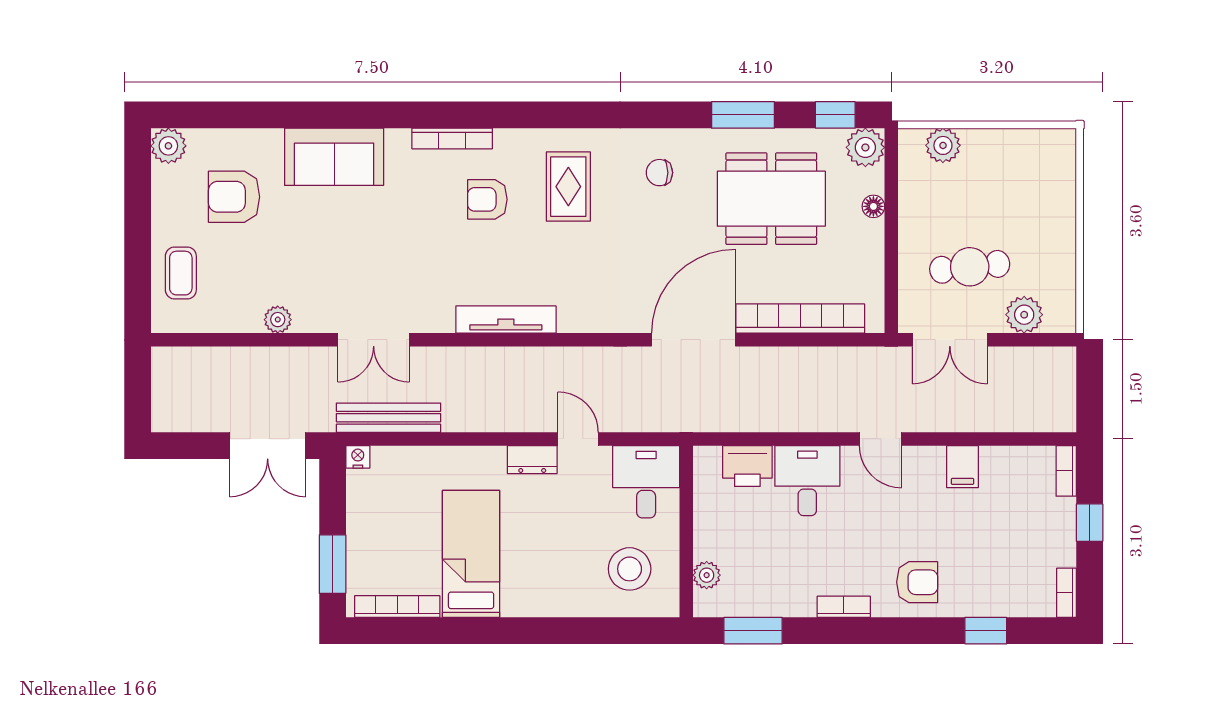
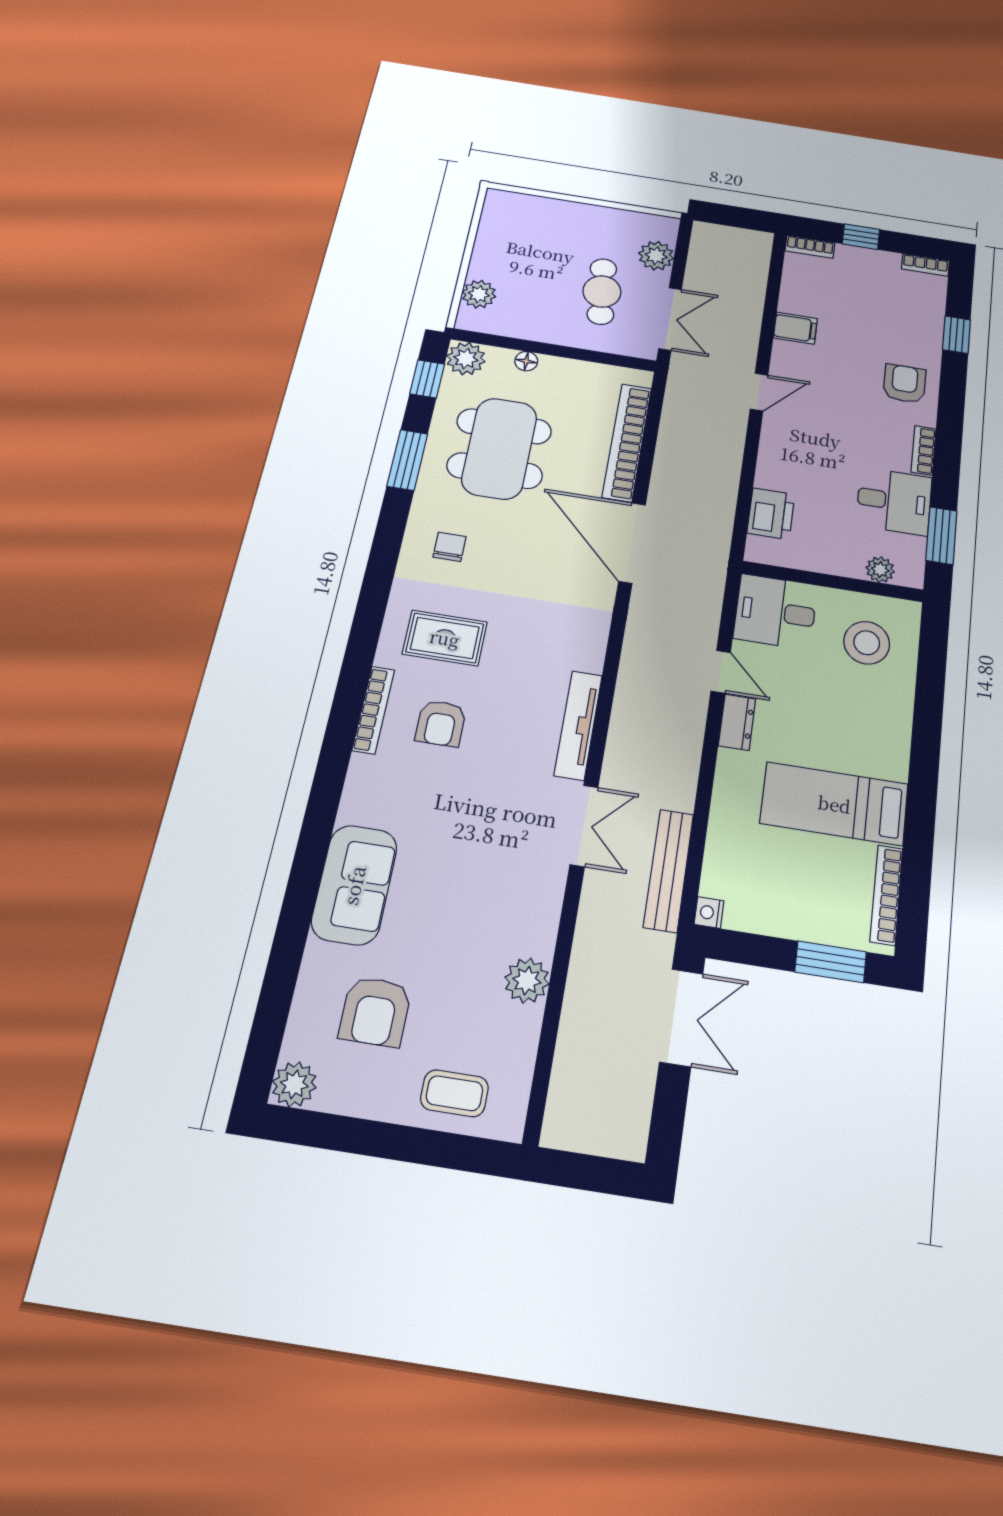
bookcase: (452, 138) -> (373, 710), moved
chair: (659, 173) -> (450, 547), turned 180
plant: (278, 320) -> (527, 981), width x1.38, depth x1.38
double door: (374, 340) -> (584, 826), moved
door: (578, 439) -> (721, 672), swing flipped
desk: (807, 481) -> (894, 501), moved, turned 180

